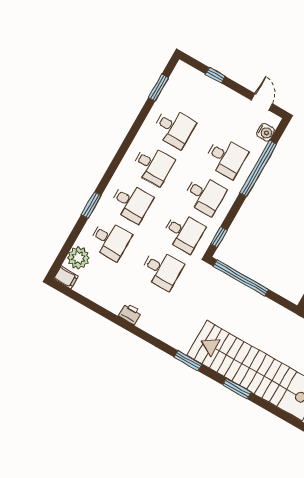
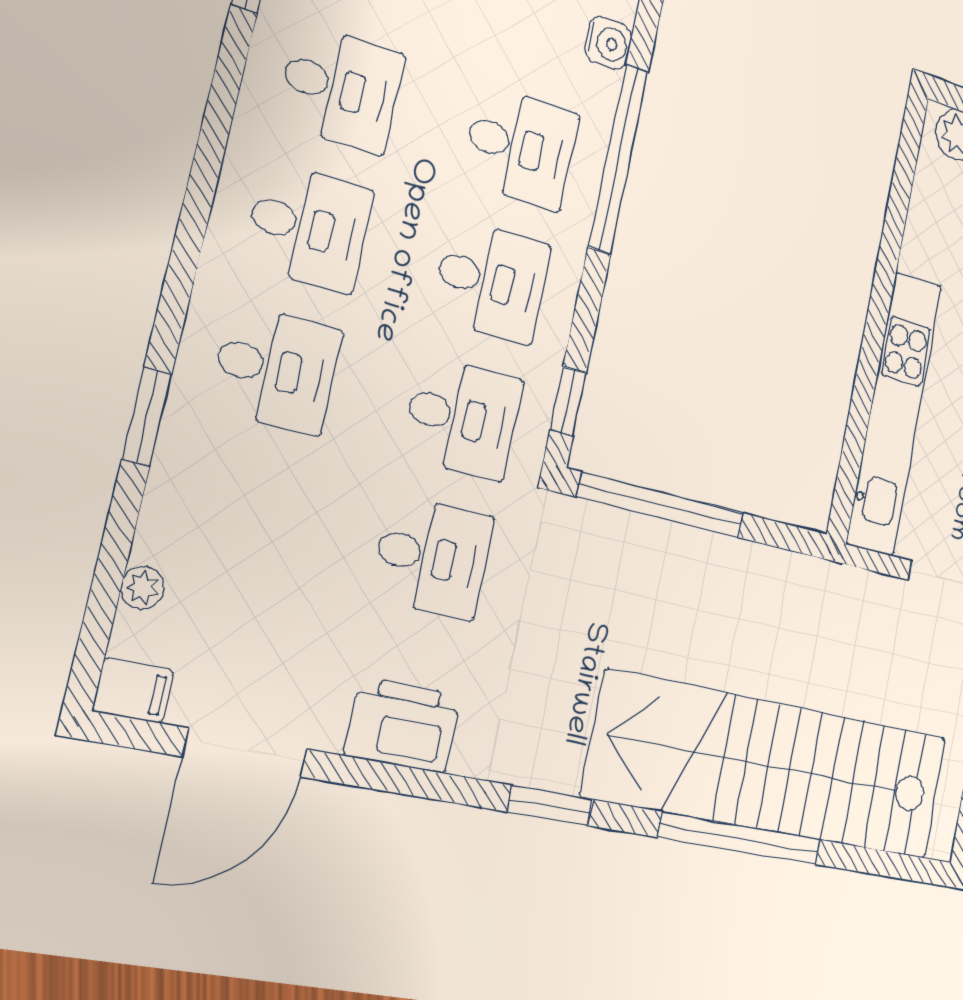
desk: (110, 240) -> (243, 514), removed
plant: (78, 258) -> (142, 588), width x0.53, depth x0.53
door: (91, 305) -> (245, 753), added
printer: (130, 314) -> (403, 725), width x1.87, depth x1.48
window: (188, 361) -> (550, 806), moved
window: (237, 389) -> (740, 838), width x2.11

